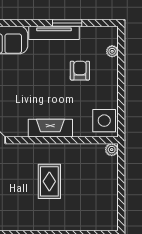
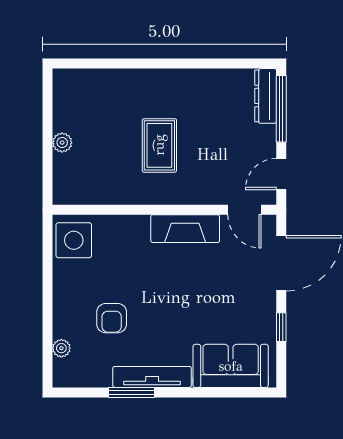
fireplace: (50, 128) -> (185, 229), moved
plant: (112, 150) -> (62, 143), moved

